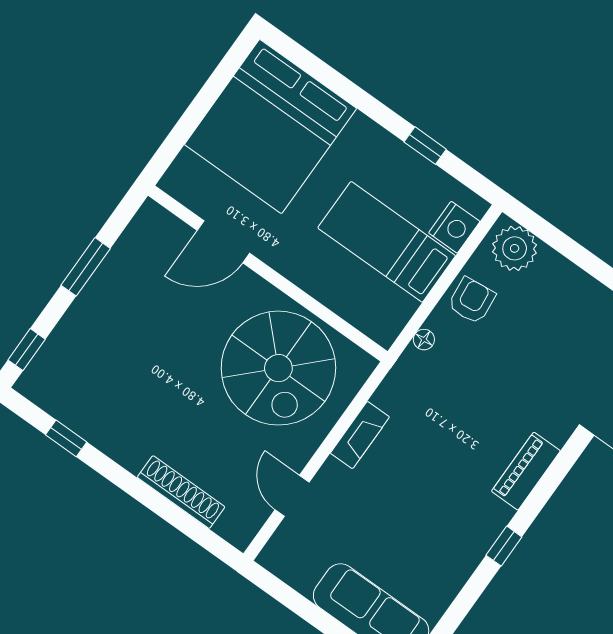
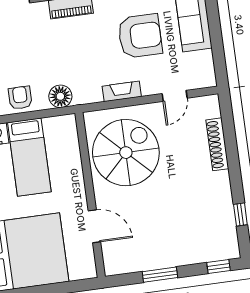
armchair: (472, 301) -> (20, 98), turned 96
floor lamp: (424, 340) -> (60, 96), width x1.89, depth x1.89
armchair: (408, 523) -> (140, 36), added

